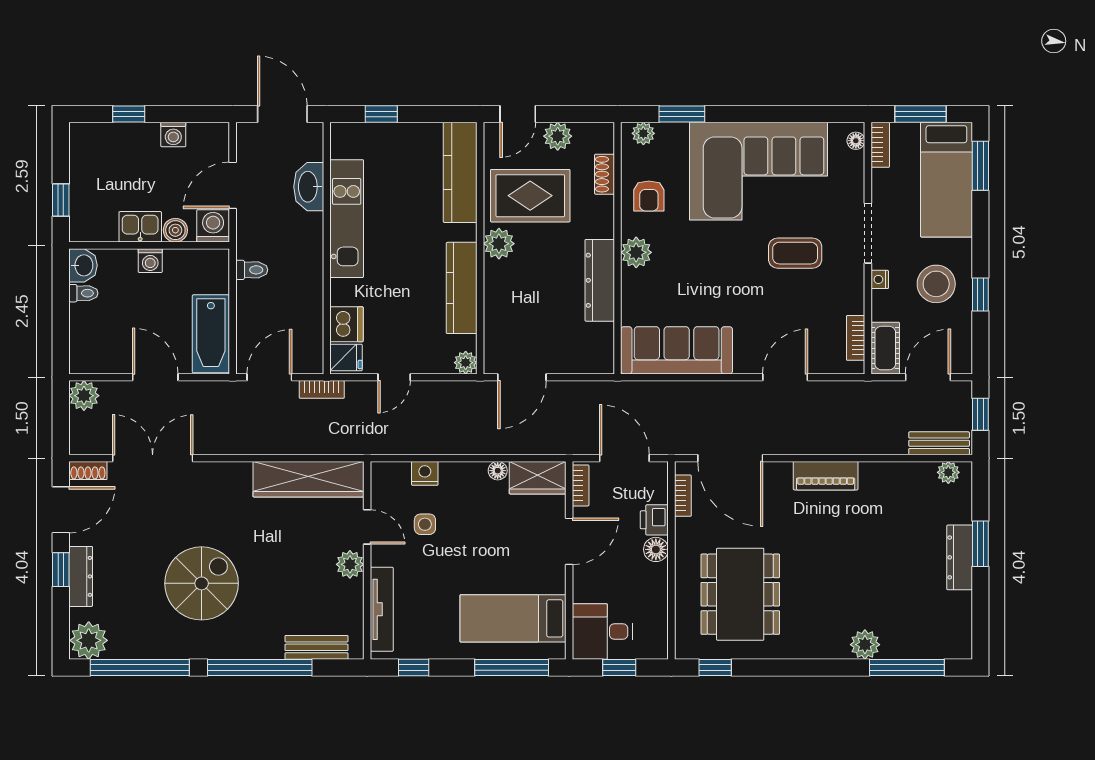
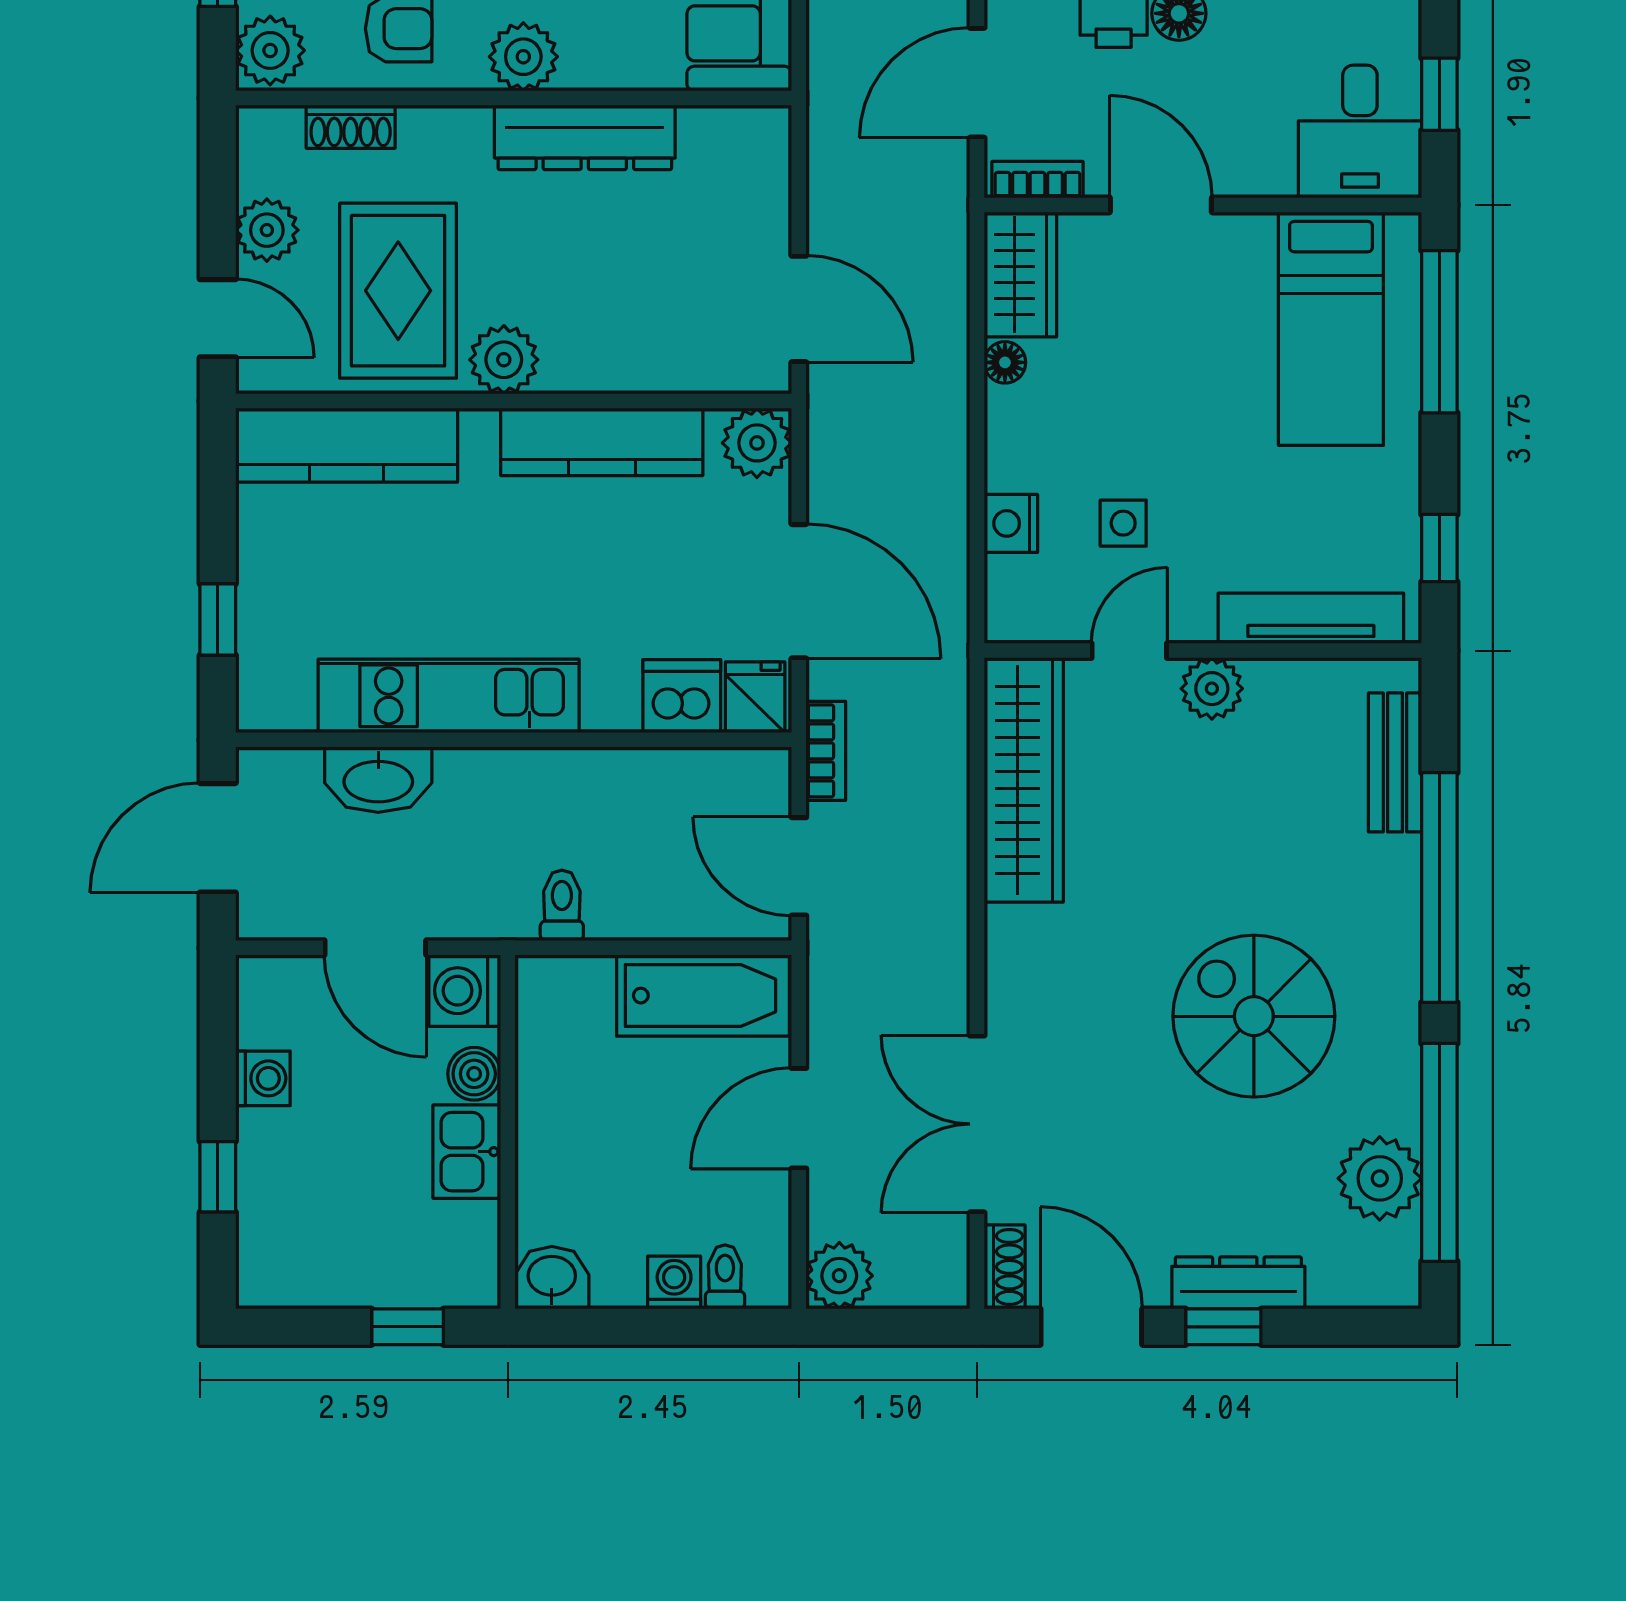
plant: (643, 133) -> (270, 50), width x1.38, depth x1.38
washing machine: (150, 261) -> (674, 1283), moved, turned -90
toilet: (83, 293) -> (725, 1277), moved
plant: (466, 363) -> (757, 443), width x1.38, depth x1.38
door: (394, 377) -> (799, 591), width x1.88
plant: (89, 640) -> (1380, 1178), moved

